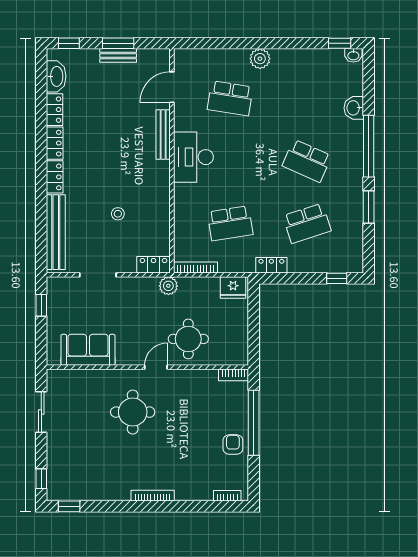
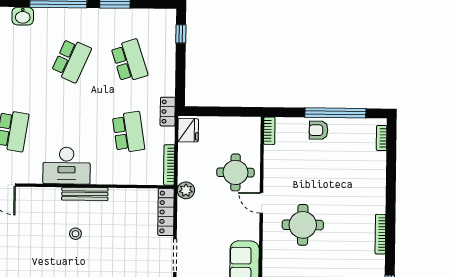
bench: (163, 135) -> (85, 194), moved
stool: (118, 214) -> (75, 234), moved
locker: (153, 265) -> (166, 212), width x1.53
locker: (271, 265) -> (168, 112), moved
window: (254, 423) -> (335, 113), moved
armchair: (233, 445) -> (319, 130), moved
bookcase: (153, 496) -> (380, 234), moved

